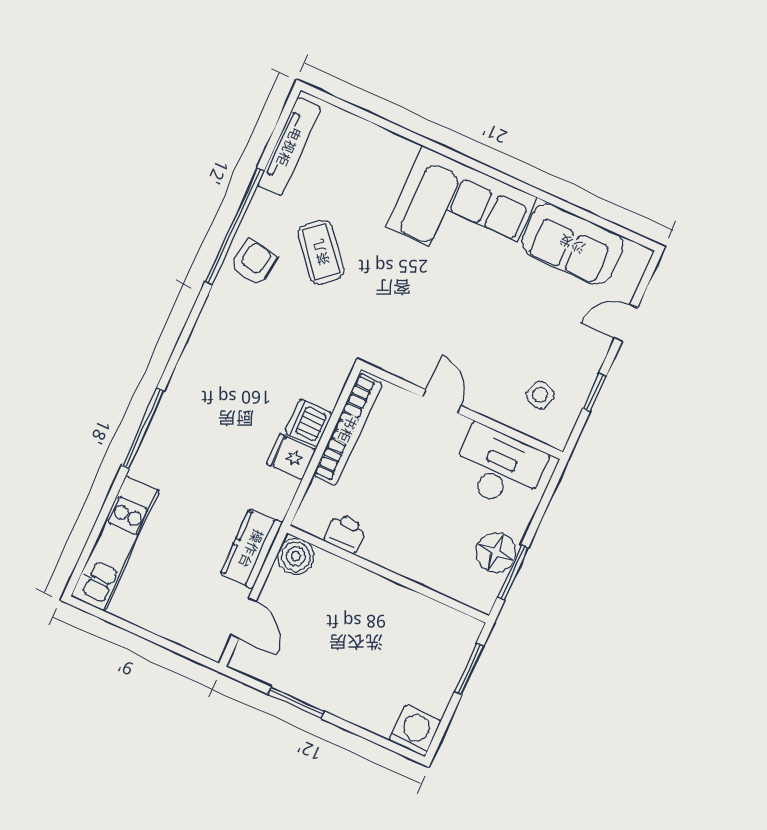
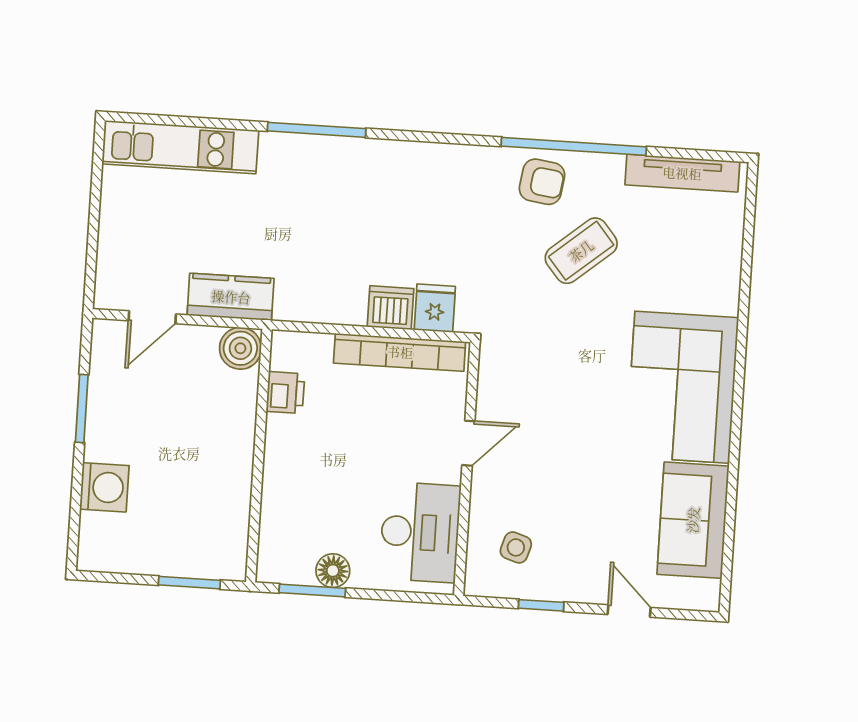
fridge: (291, 457) -> (435, 308), moved
floor lamp: (496, 552) -> (333, 571), width x0.73, depth x0.73
washing machine: (415, 730) -> (104, 487), moved

